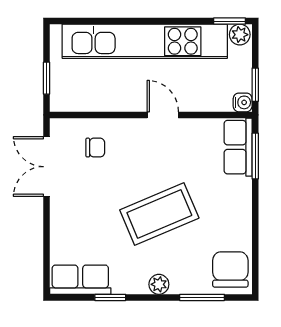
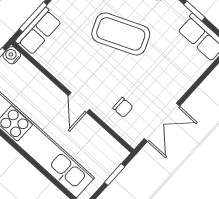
door: (163, 115) -> (79, 102), moved
chair: (95, 148) -> (123, 107), turned 180

